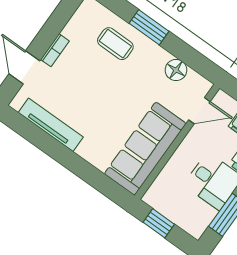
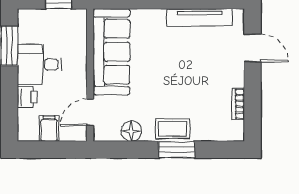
coffee table: (115, 44) -> (173, 129), moved
bookcase: (55, 50) -> (238, 104), moved

